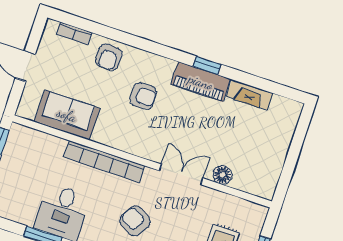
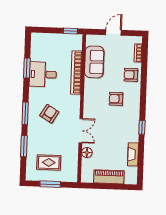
piano: (201, 82) -> (109, 177), moved, turned 90
armchair: (143, 96) -> (116, 99), turned 90
bookcase: (104, 162) -> (76, 72), moved

